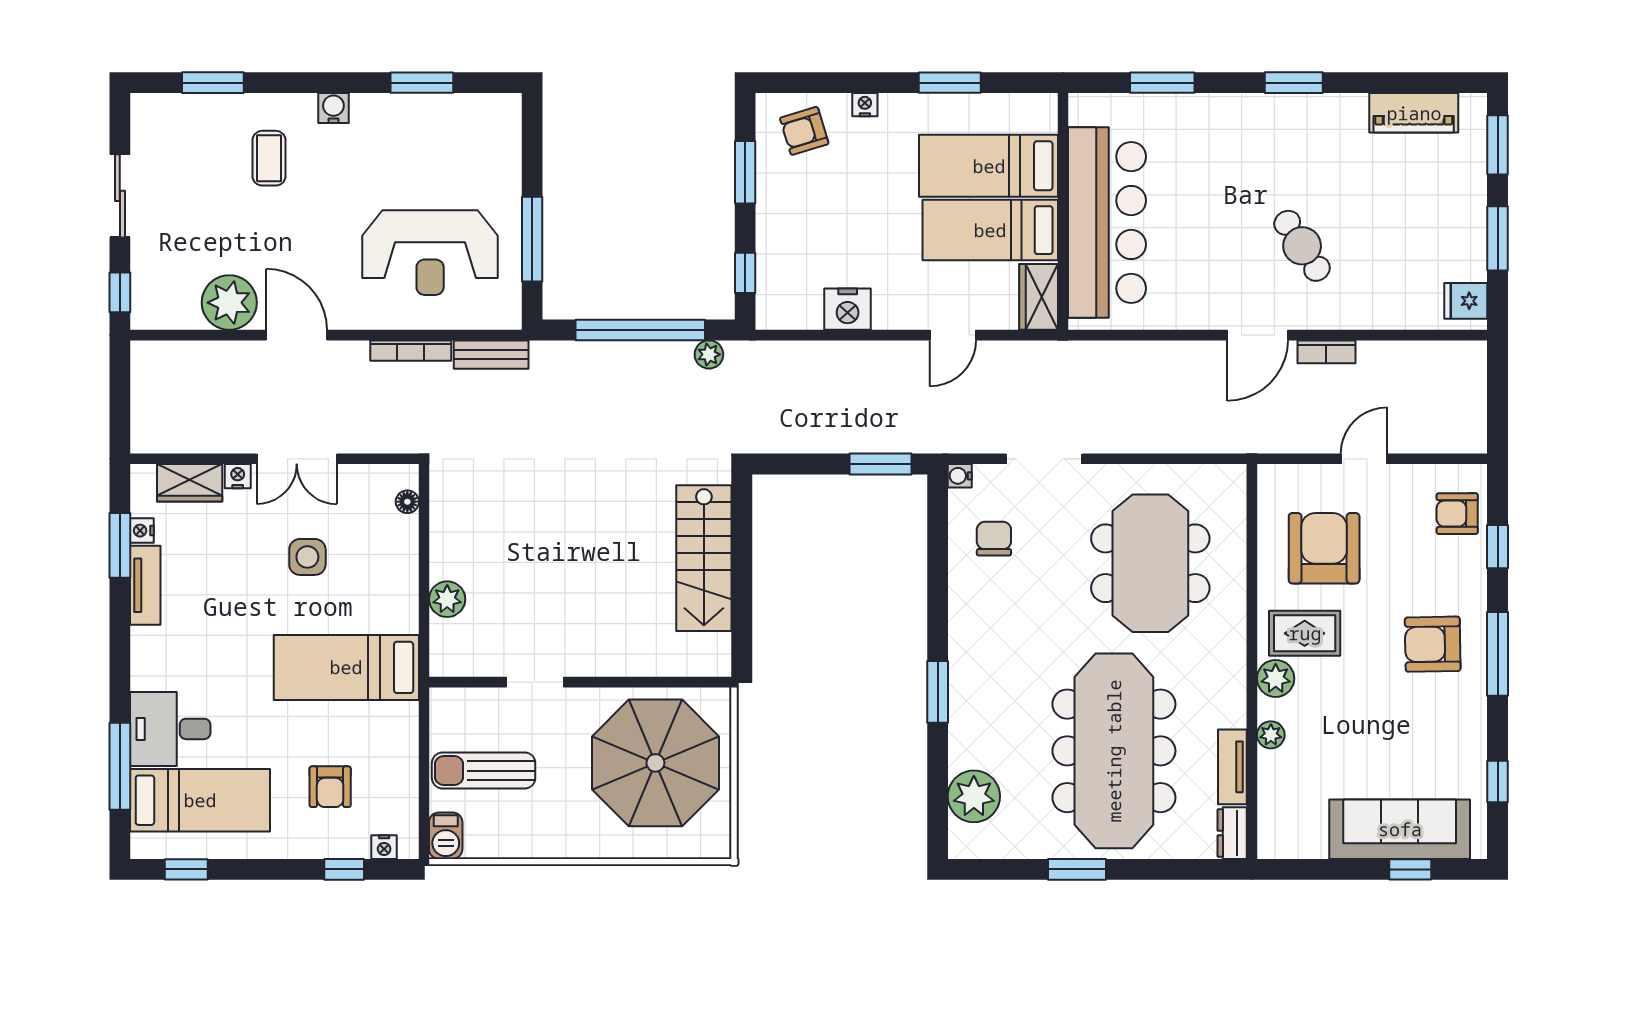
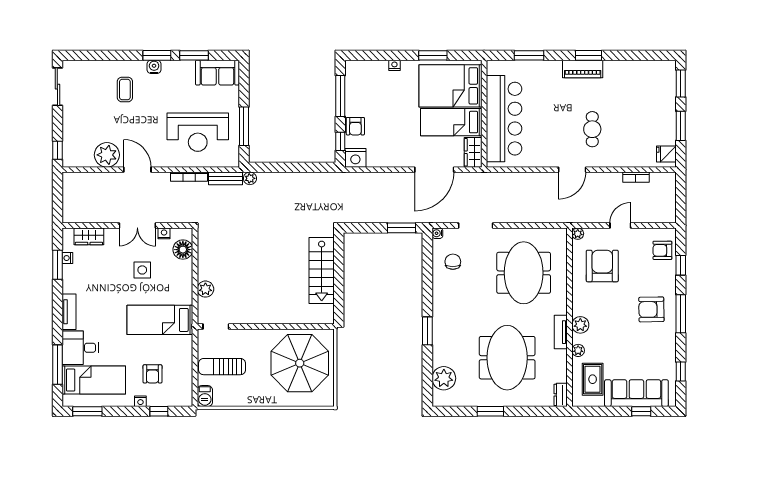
window: (213, 83) -> (157, 55), moved
piano: (1414, 113) -> (583, 69), moved
sofa: (474, 121) -> (217, 73), added
armchair: (804, 131) -> (355, 126), moved, turned -73
bed: (989, 166) -> (450, 86), width x1.50
window: (745, 172) -> (340, 96), width x1.44
sliding door: (120, 196) -> (57, 87), moved
cafe table: (1302, 246) -> (592, 129), turned 33
nightstand: (848, 309) -> (355, 158), moved
window: (640, 330) -> (293, 167), removed
door: (953, 335) -> (434, 170), width x1.88
bookcase: (1326, 352) -> (636, 177), moved
plant: (709, 354) -> (250, 178), moved
nightstand: (238, 476) -> (164, 233), moved
plant: (1270, 477) -> (578, 234), added
floor lamp: (407, 502) -> (183, 250), width x1.89, depth x1.89
tv unit: (145, 585) -> (69, 312), moved
rug: (1305, 633) -> (593, 379), moved, turned 90
doorway: (535, 682) -> (216, 327), moved
meeting table: (1114, 751) -> (507, 358), width x0.73
tv unit: (1232, 767) -> (561, 332), moved
nightstand: (384, 847) -> (140, 401), moved
window: (186, 869) -> (87, 411), width x1.50

